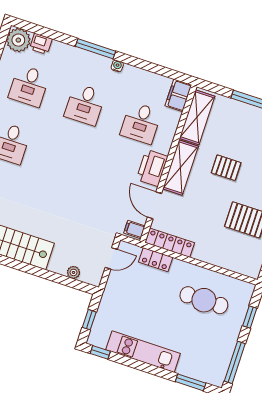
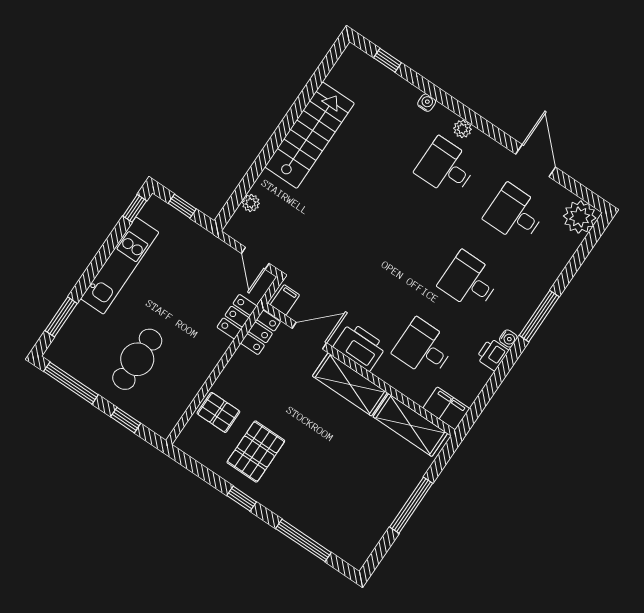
printer: (41, 44) -> (492, 354), moved
pallet: (226, 168) -> (218, 412), moved, turned 90
locker: (170, 243) -> (260, 332), width x0.66
cafe table: (204, 300) -> (137, 359), moved

